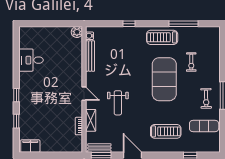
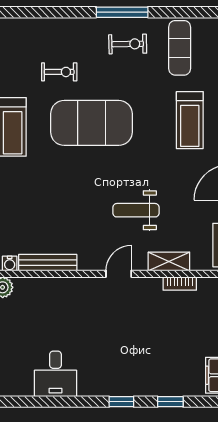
weight bench: (118, 103) -> (136, 210), turned 180
treadmill: (166, 131) -> (190, 120), turned 180

